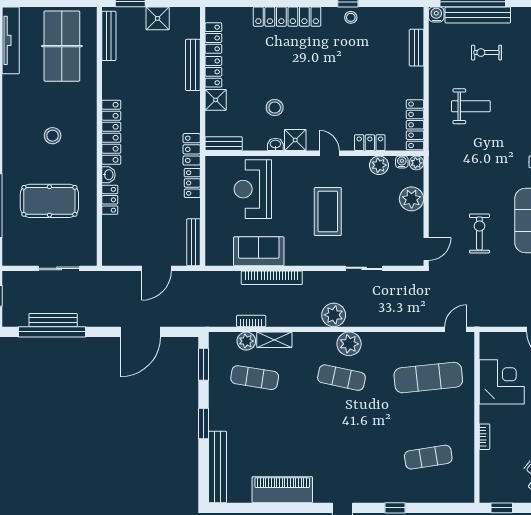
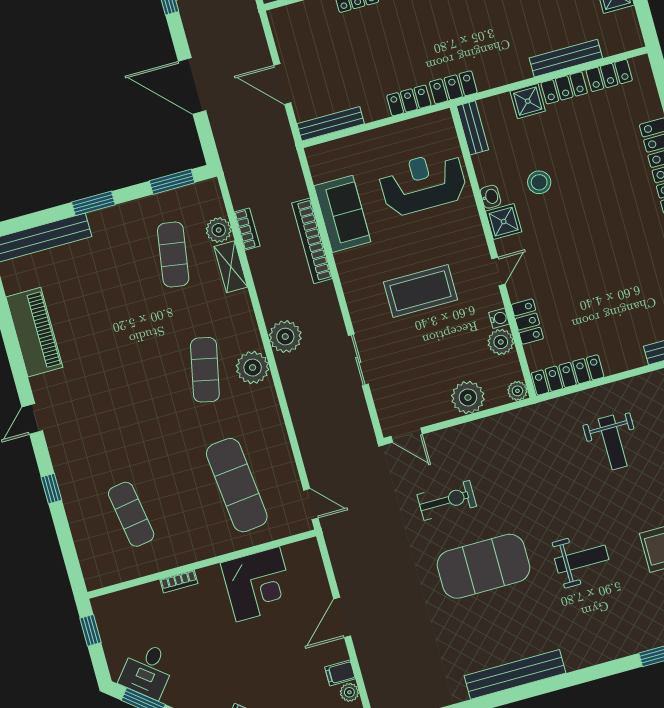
water cooler: (402, 162) -> (499, 318), moved

